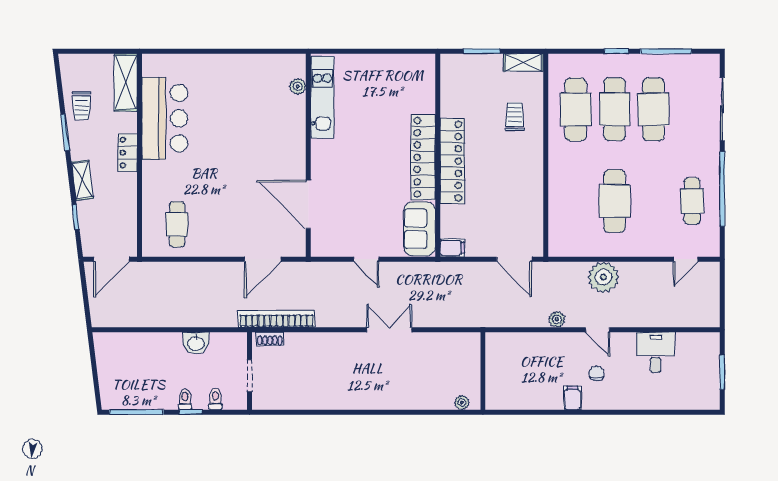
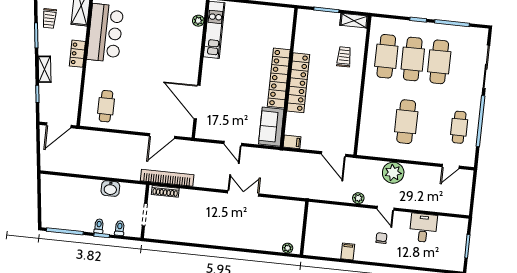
shoe rack: (270, 339) -> (165, 191), width x1.43
filing cabinet: (572, 398) -> (348, 251), moved

